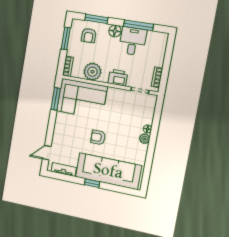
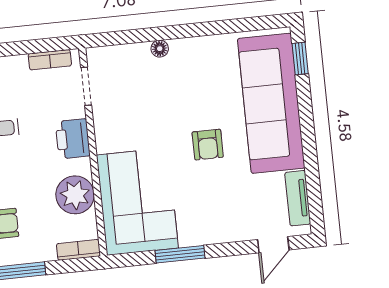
window: (56, 99) -> (180, 254), moved
plant: (145, 139) -> (181, 49), removed
door: (47, 153) -> (273, 245), hinge flipped
window: (92, 183) -> (300, 59), moved

